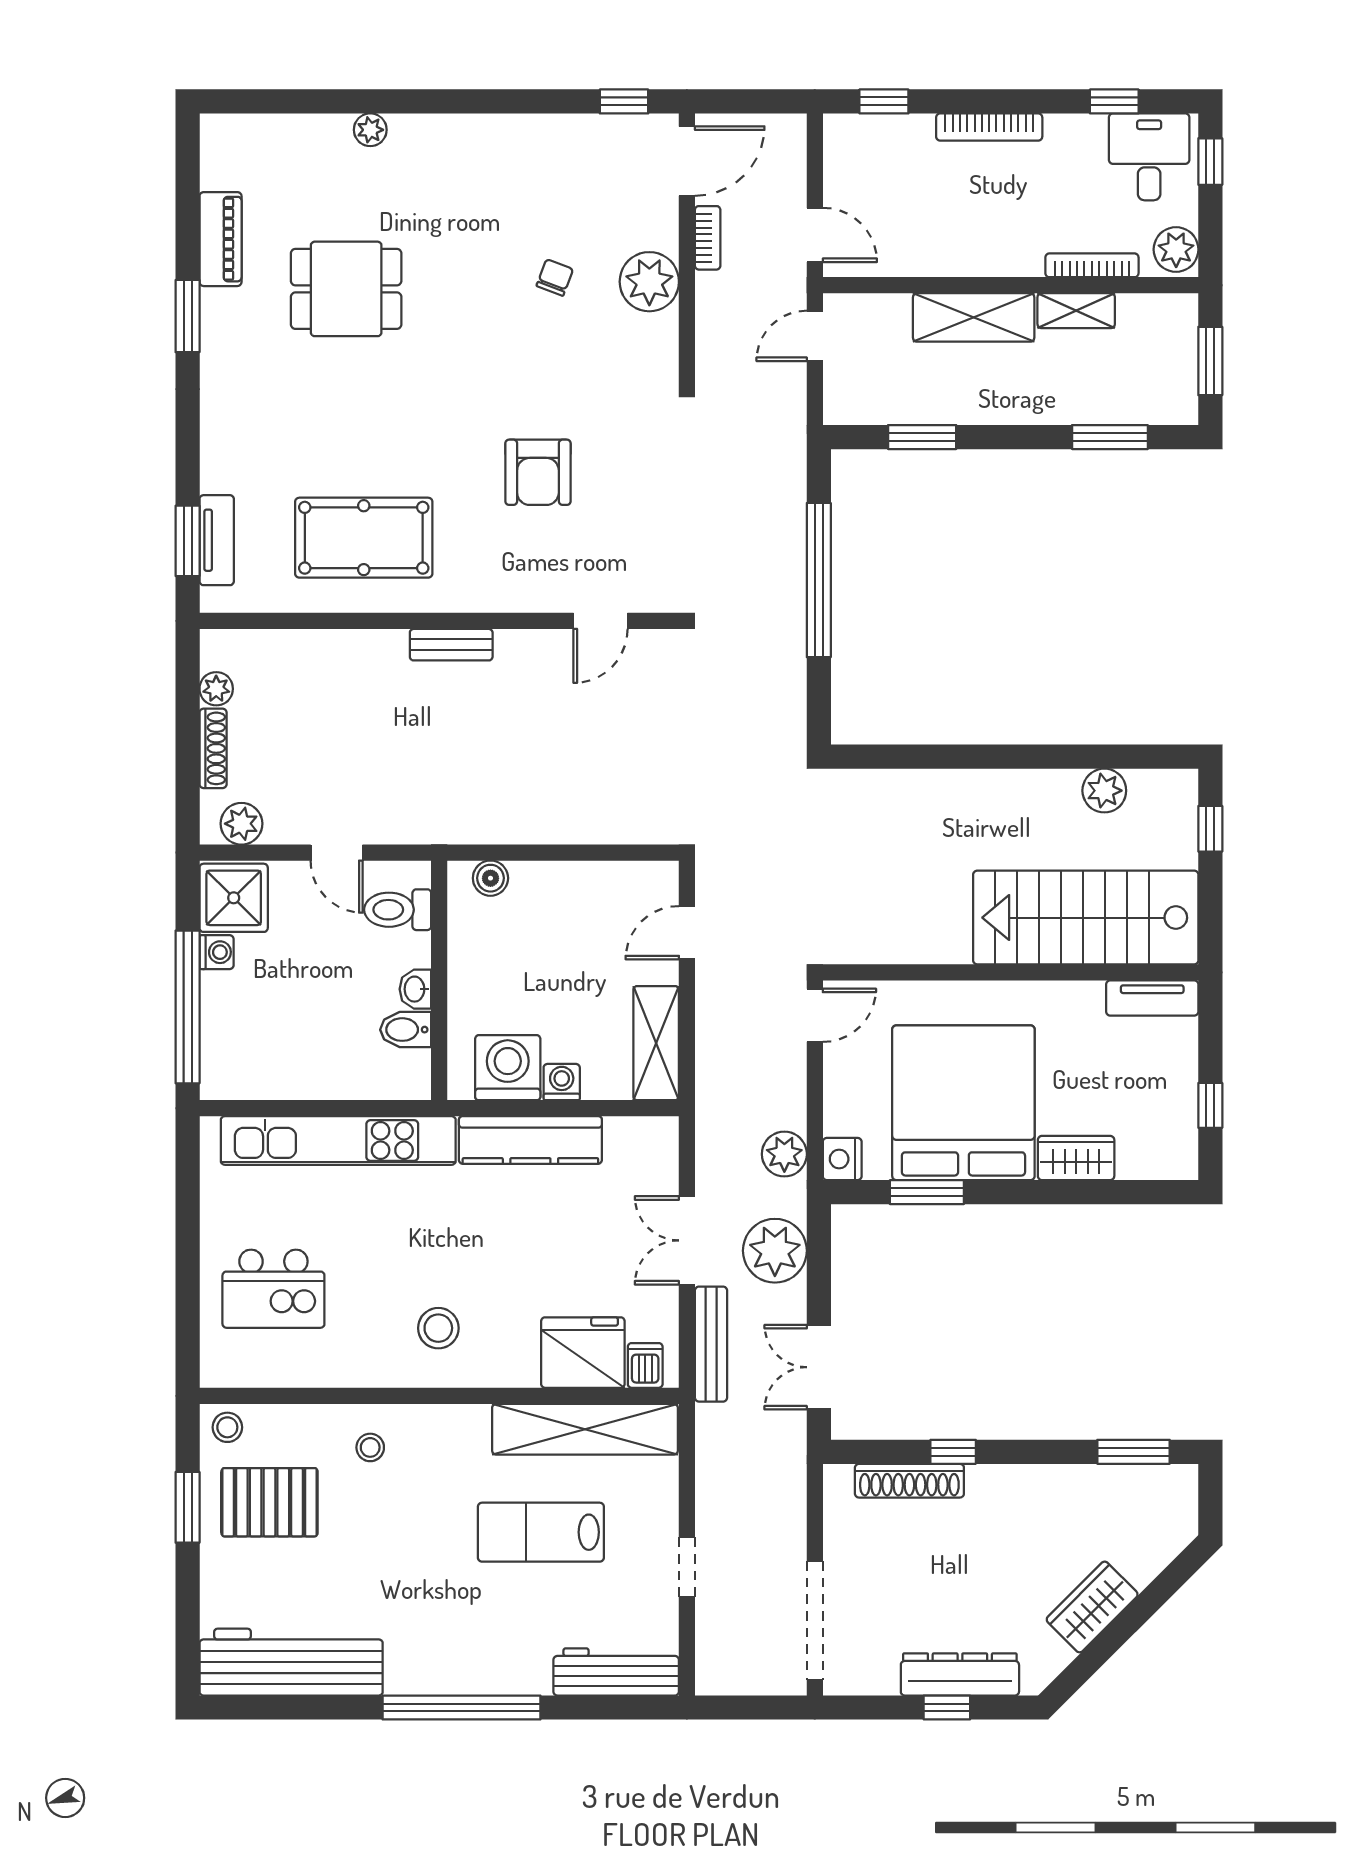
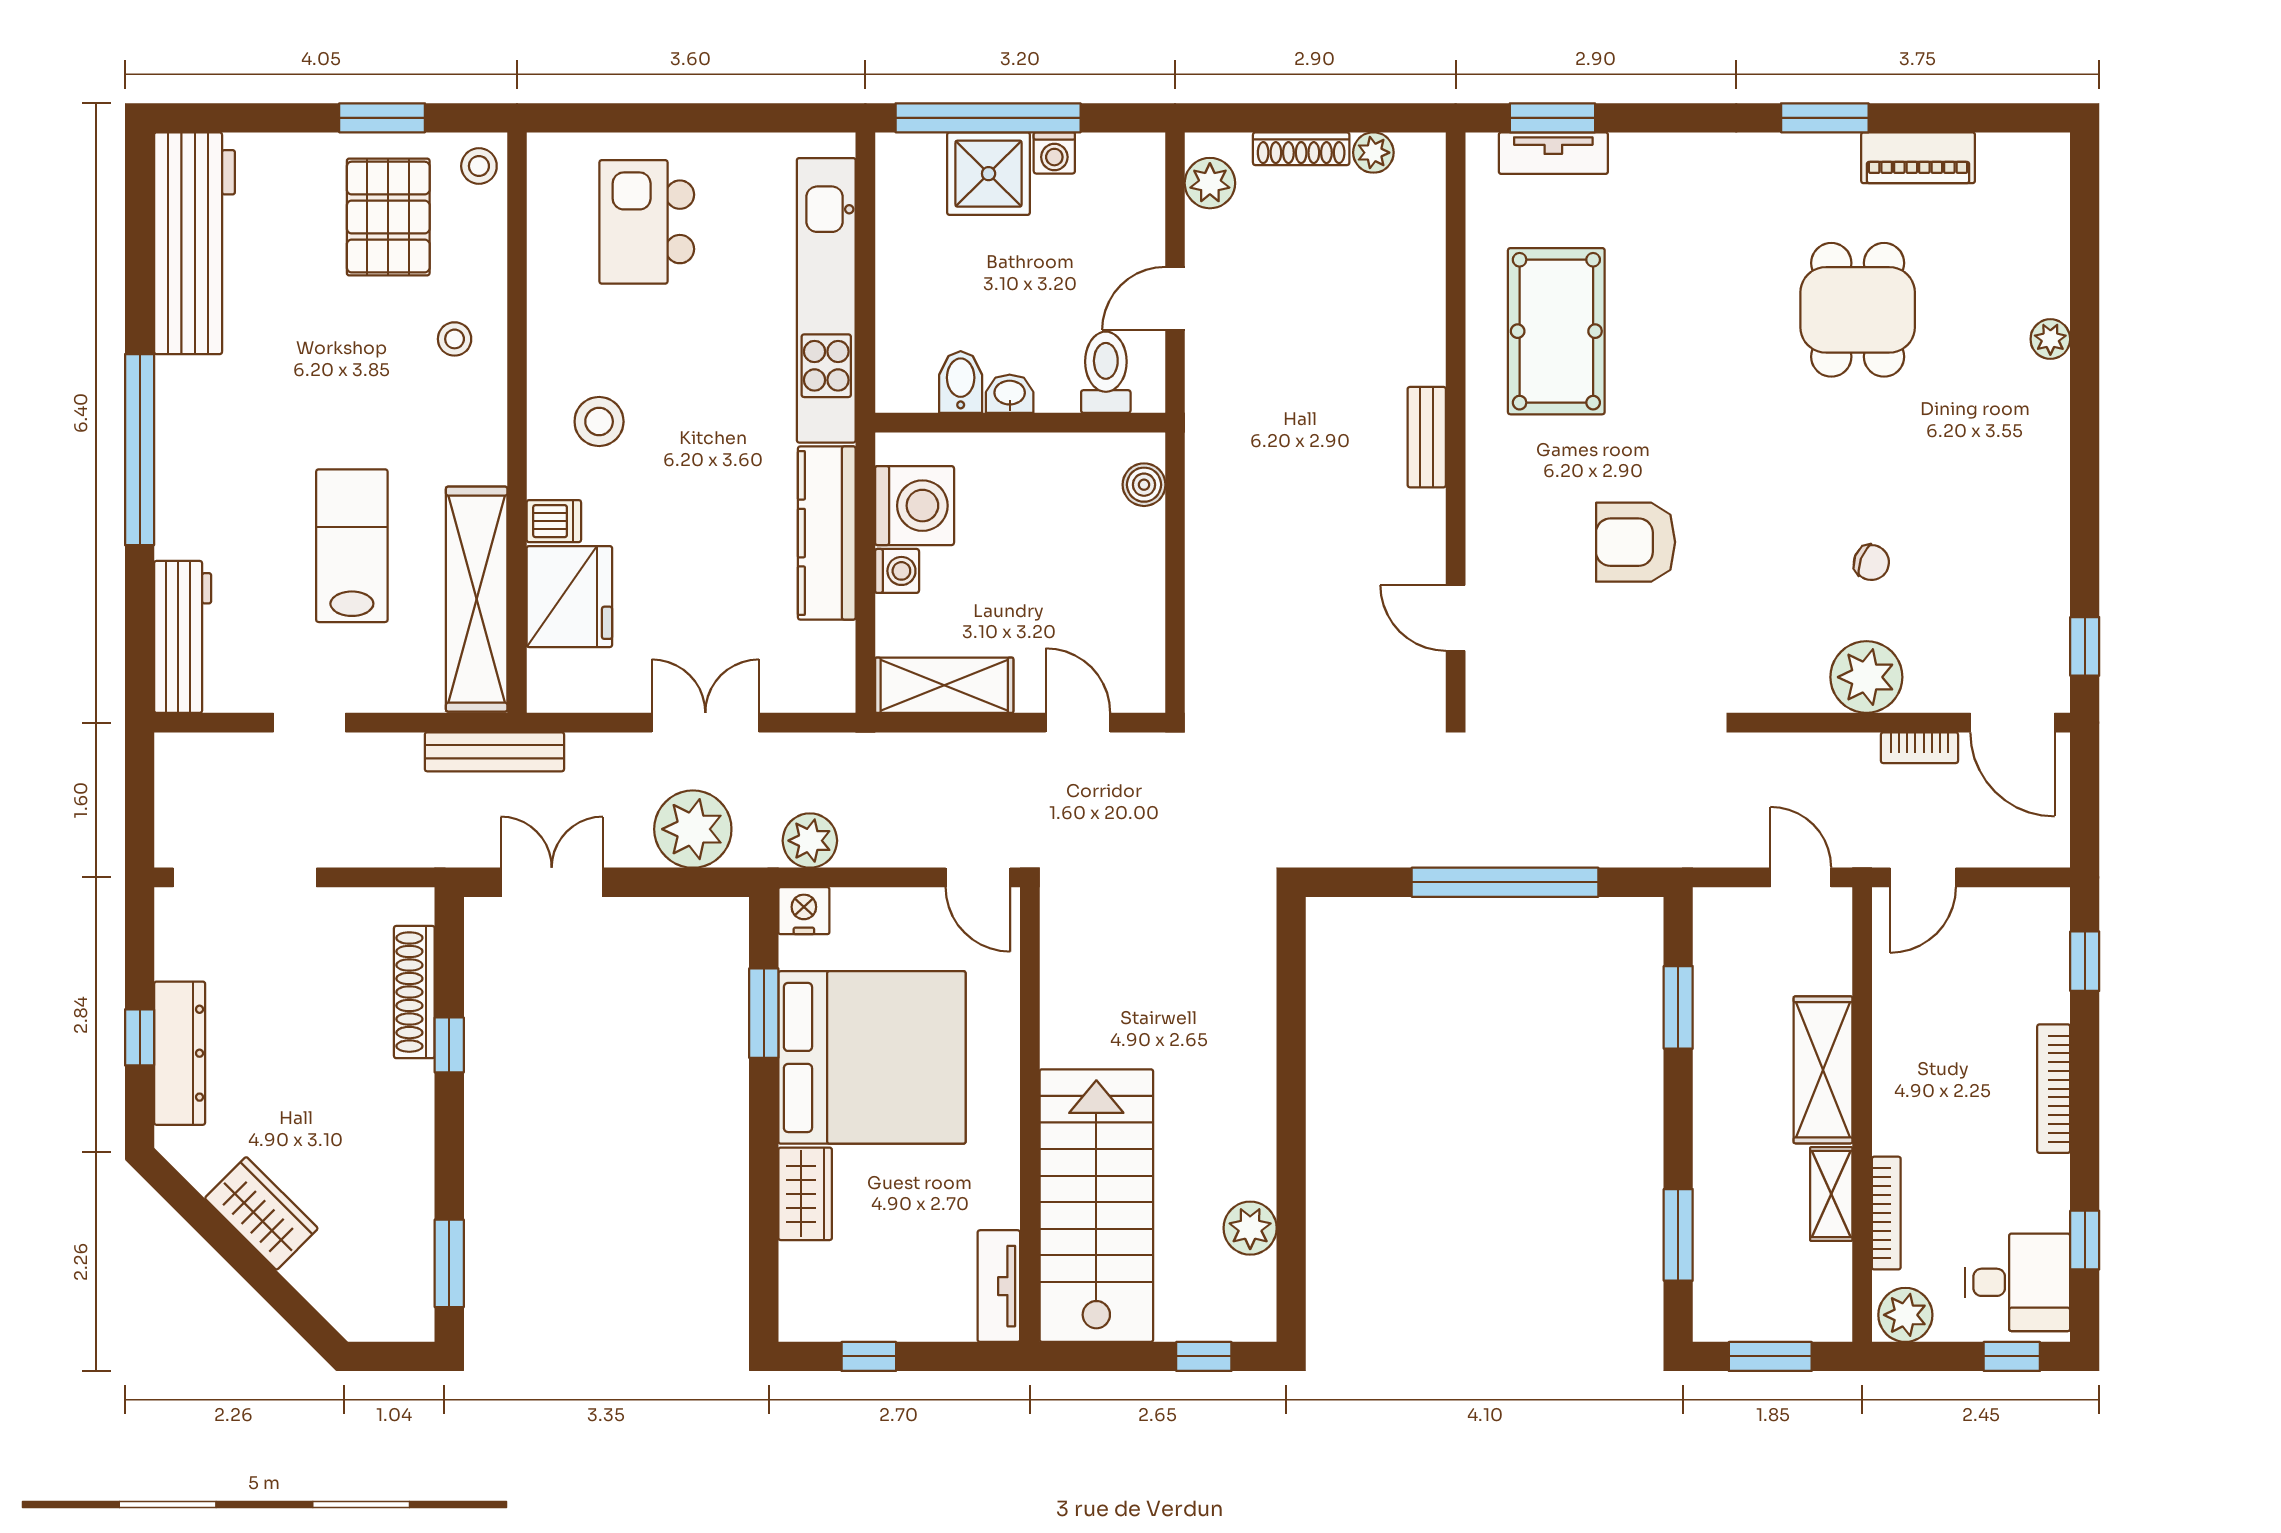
shower: (234, 898) -> (989, 174), moved
bench: (711, 1344) -> (494, 752), moved
dishwasher: (645, 1365) -> (554, 521), moved

